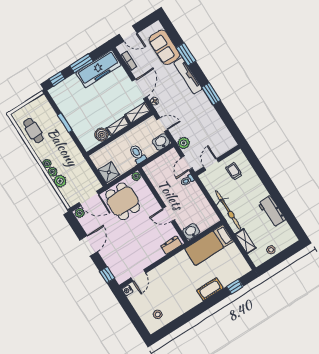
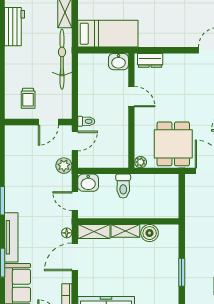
shower: (109, 172) -> (168, 186), removed

